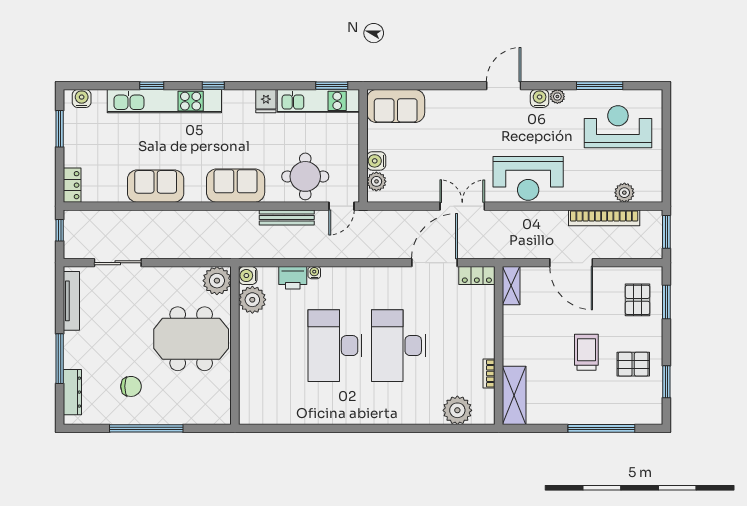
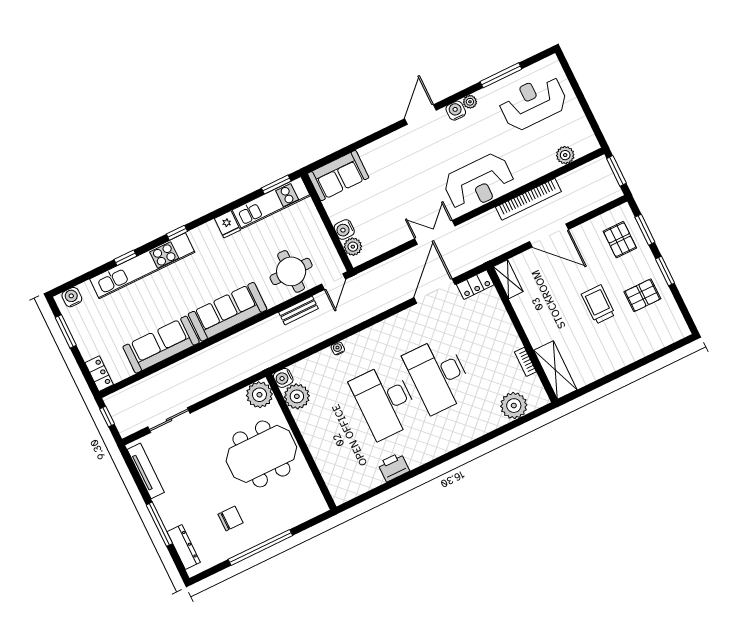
sofa: (156, 186) -> (161, 345), width x1.36
sofa: (236, 186) -> (228, 312), width x1.36
bench: (287, 218) -> (299, 310), width x0.73
bookcase: (604, 218) -> (528, 199), moved
printer: (293, 278) -> (394, 467), moved, turned 180
window: (666, 382) -> (665, 271), moved
window: (601, 428) -> (642, 362), removed

